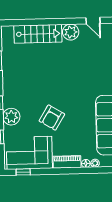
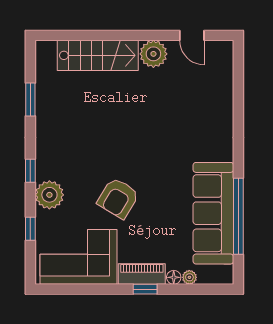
window: (23, 172) -> (145, 289), moved

